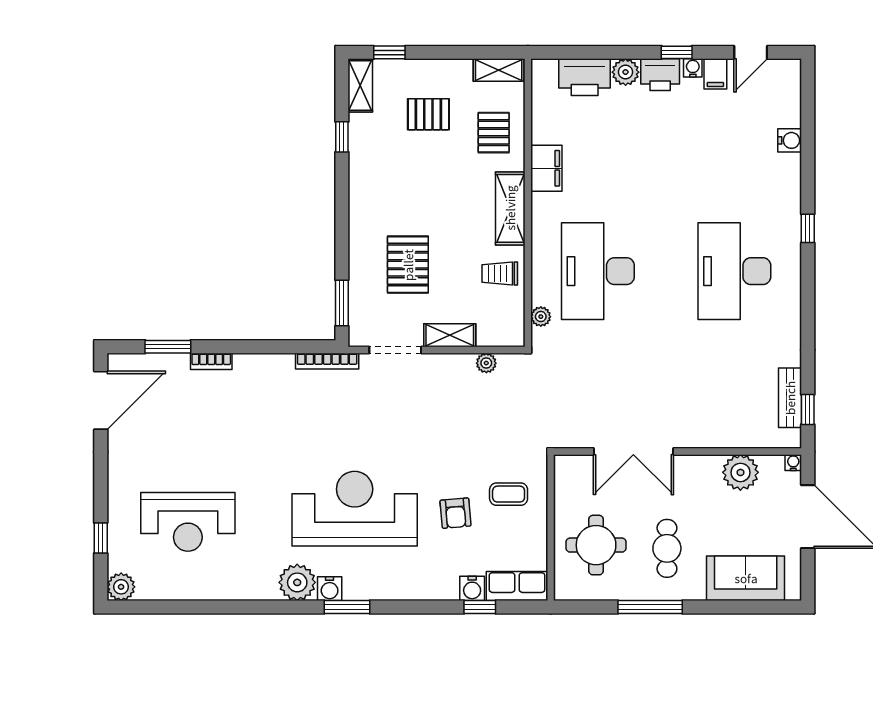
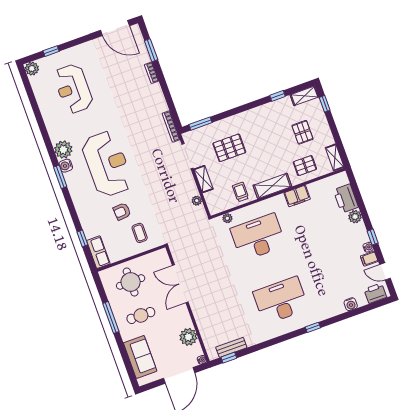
printer: (660, 75) -> (375, 293), moved, turned 90
water cooler: (472, 588) -> (90, 232), removed

